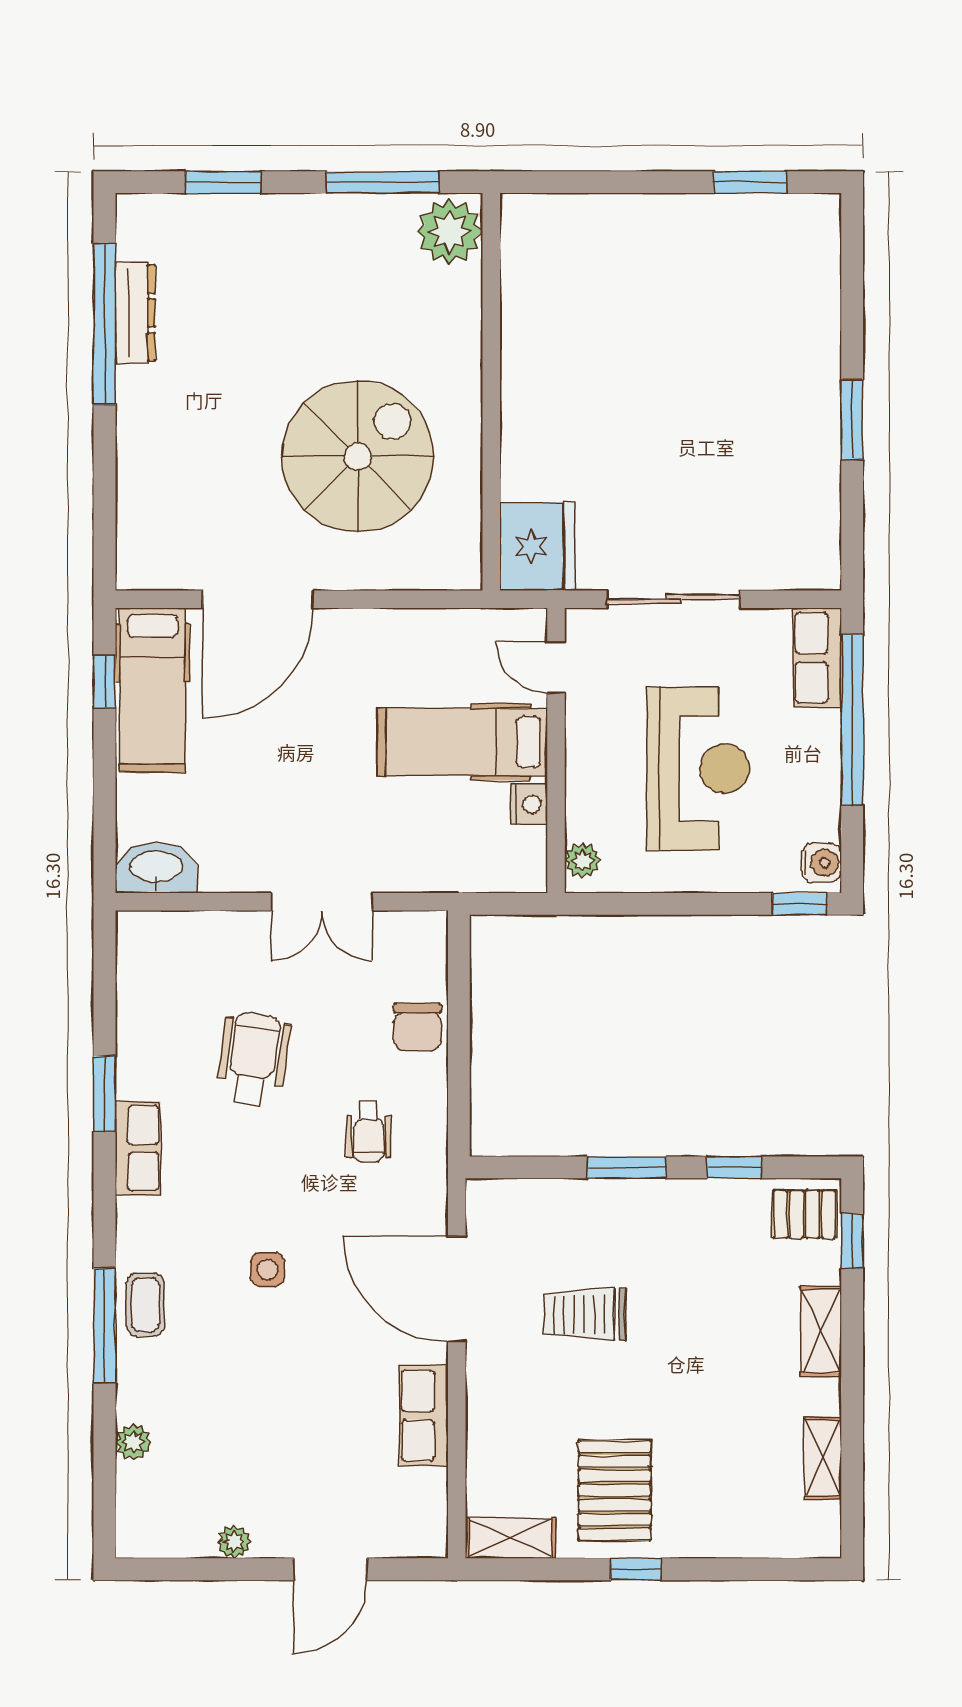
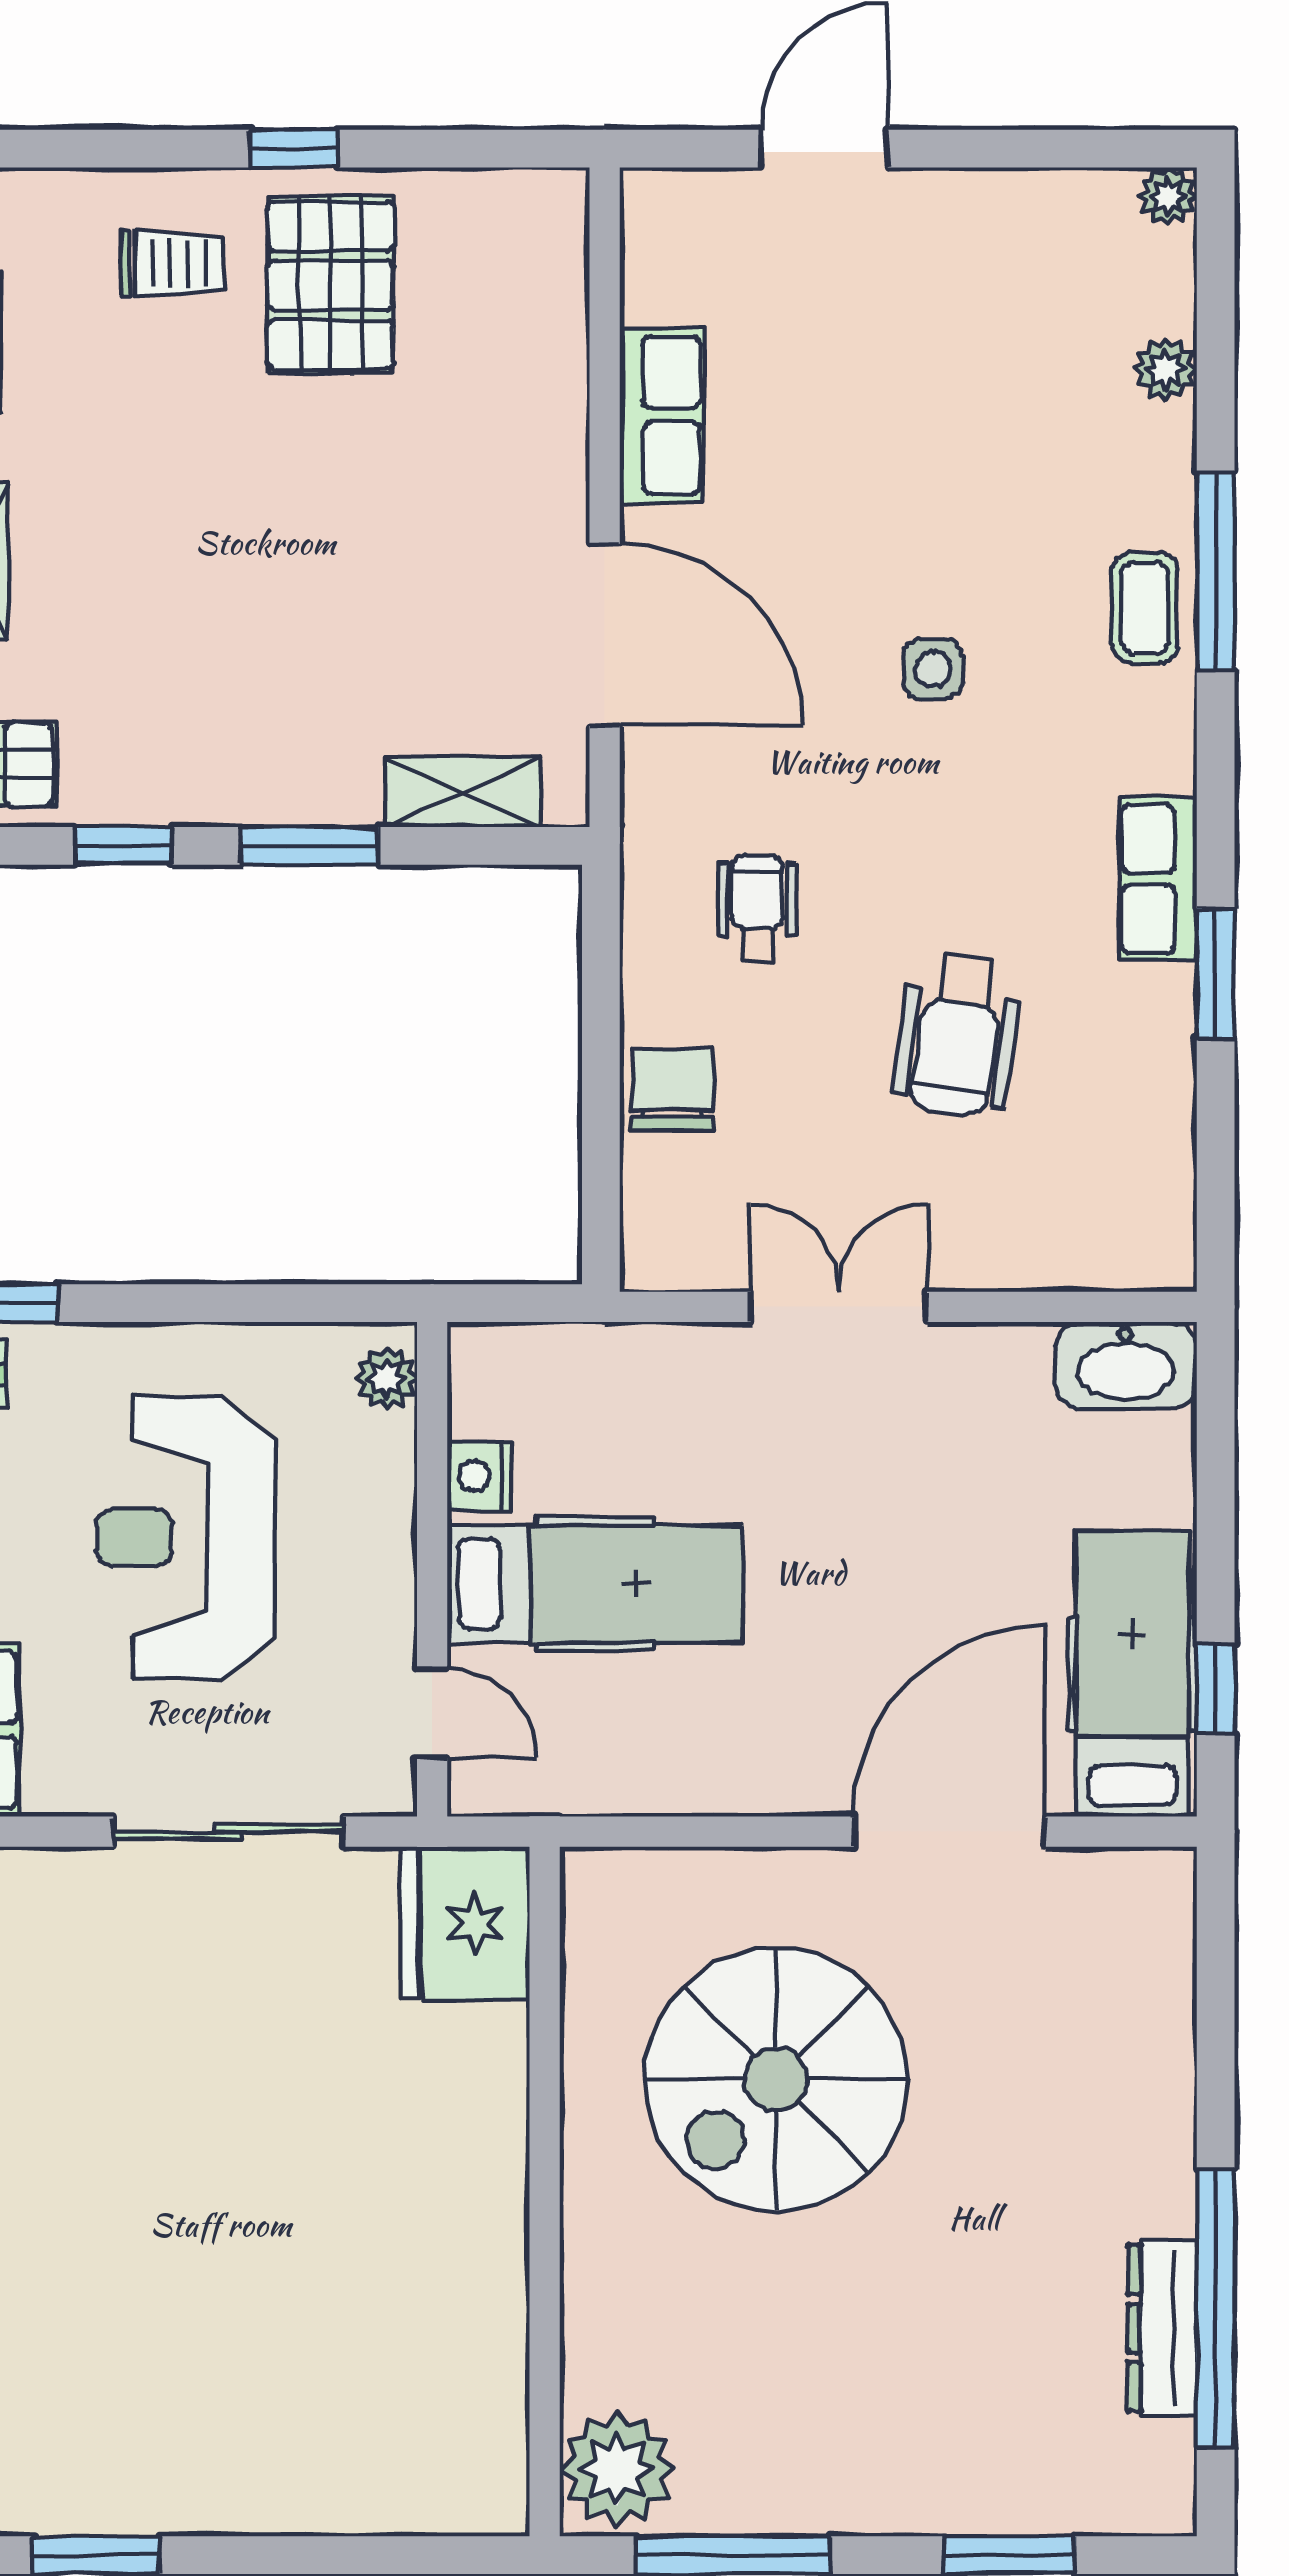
trolley: (585, 1314) -> (172, 263), moved, width x0.73, depth x0.72
shelving: (510, 1538) -> (463, 792), moved
plant: (234, 1542) -> (1168, 196), moved

